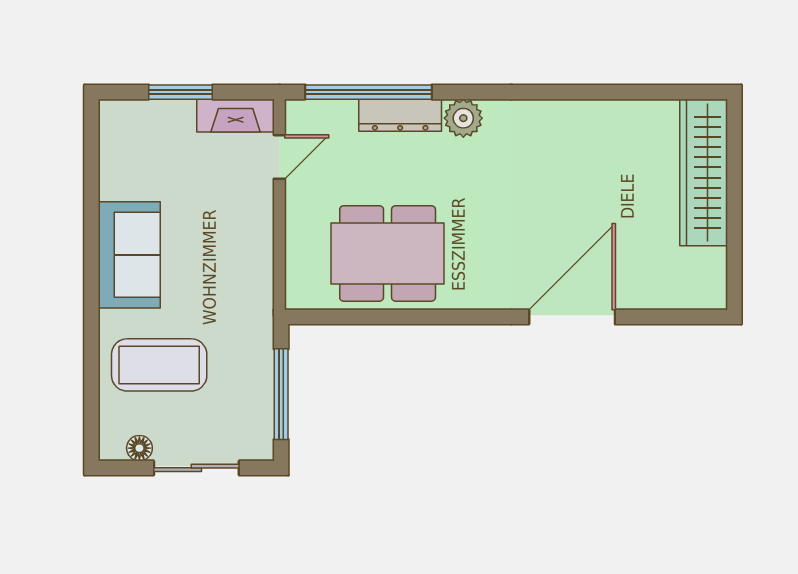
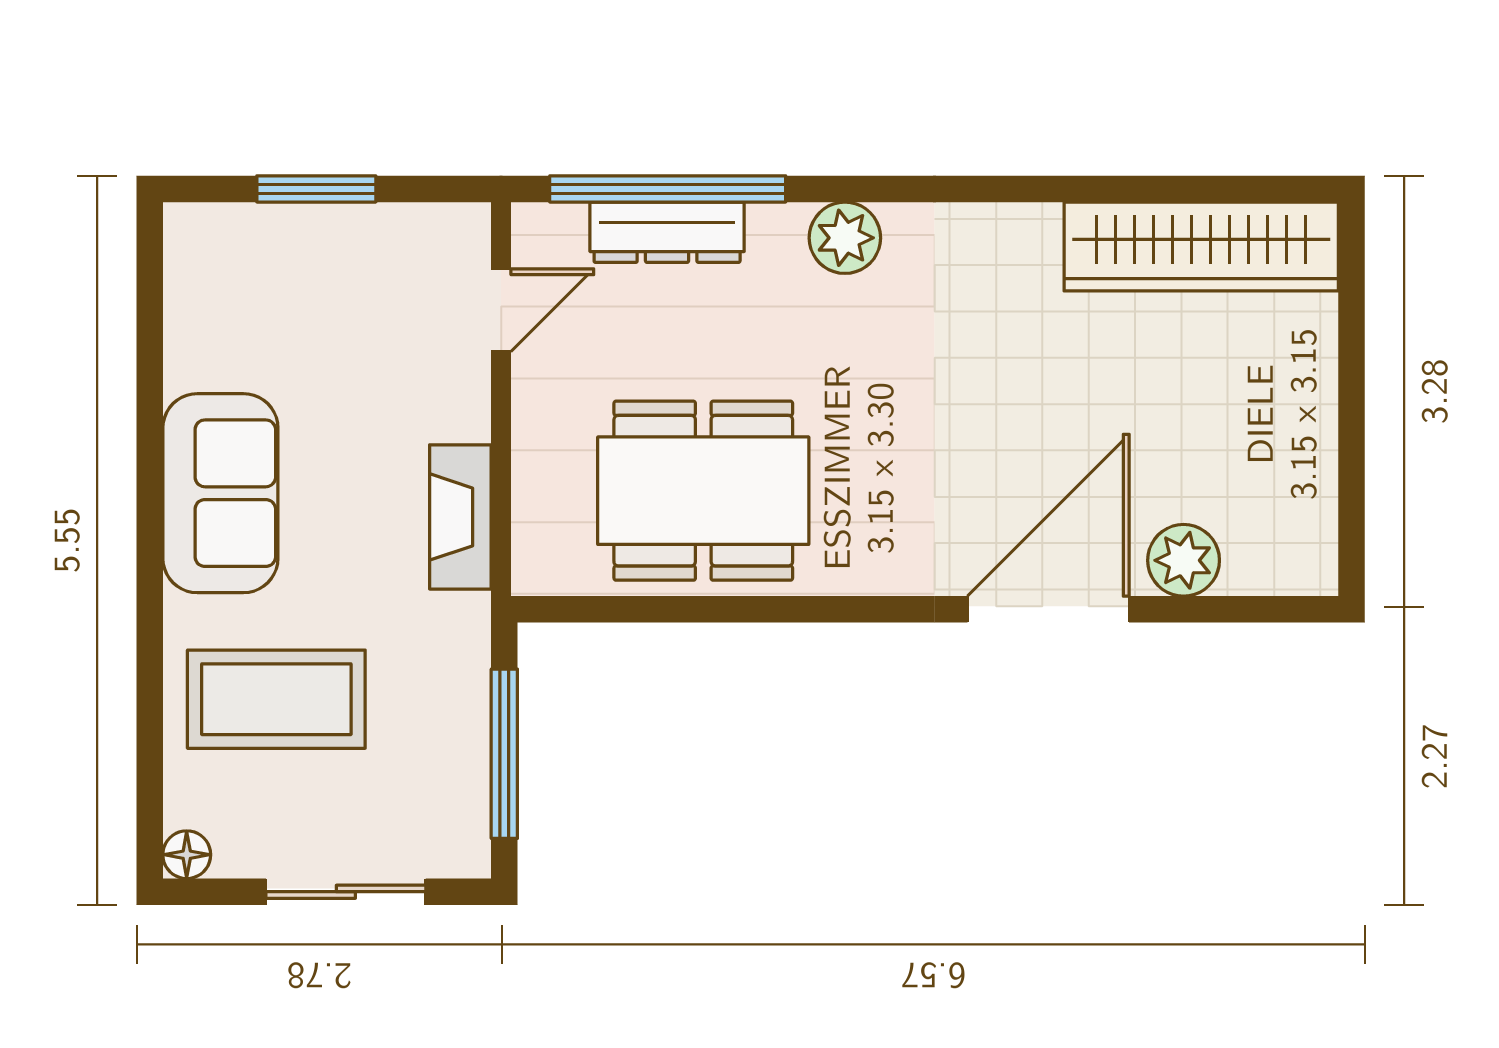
dresser: (400, 115) -> (667, 232), moved
fireplace: (236, 116) -> (460, 517), moved, turned 90
wardrobe: (704, 172) -> (1201, 247), moved, turned -90
plant: (644, 291) -> (1184, 560), added
floor lamp: (139, 448) -> (187, 855), moved

